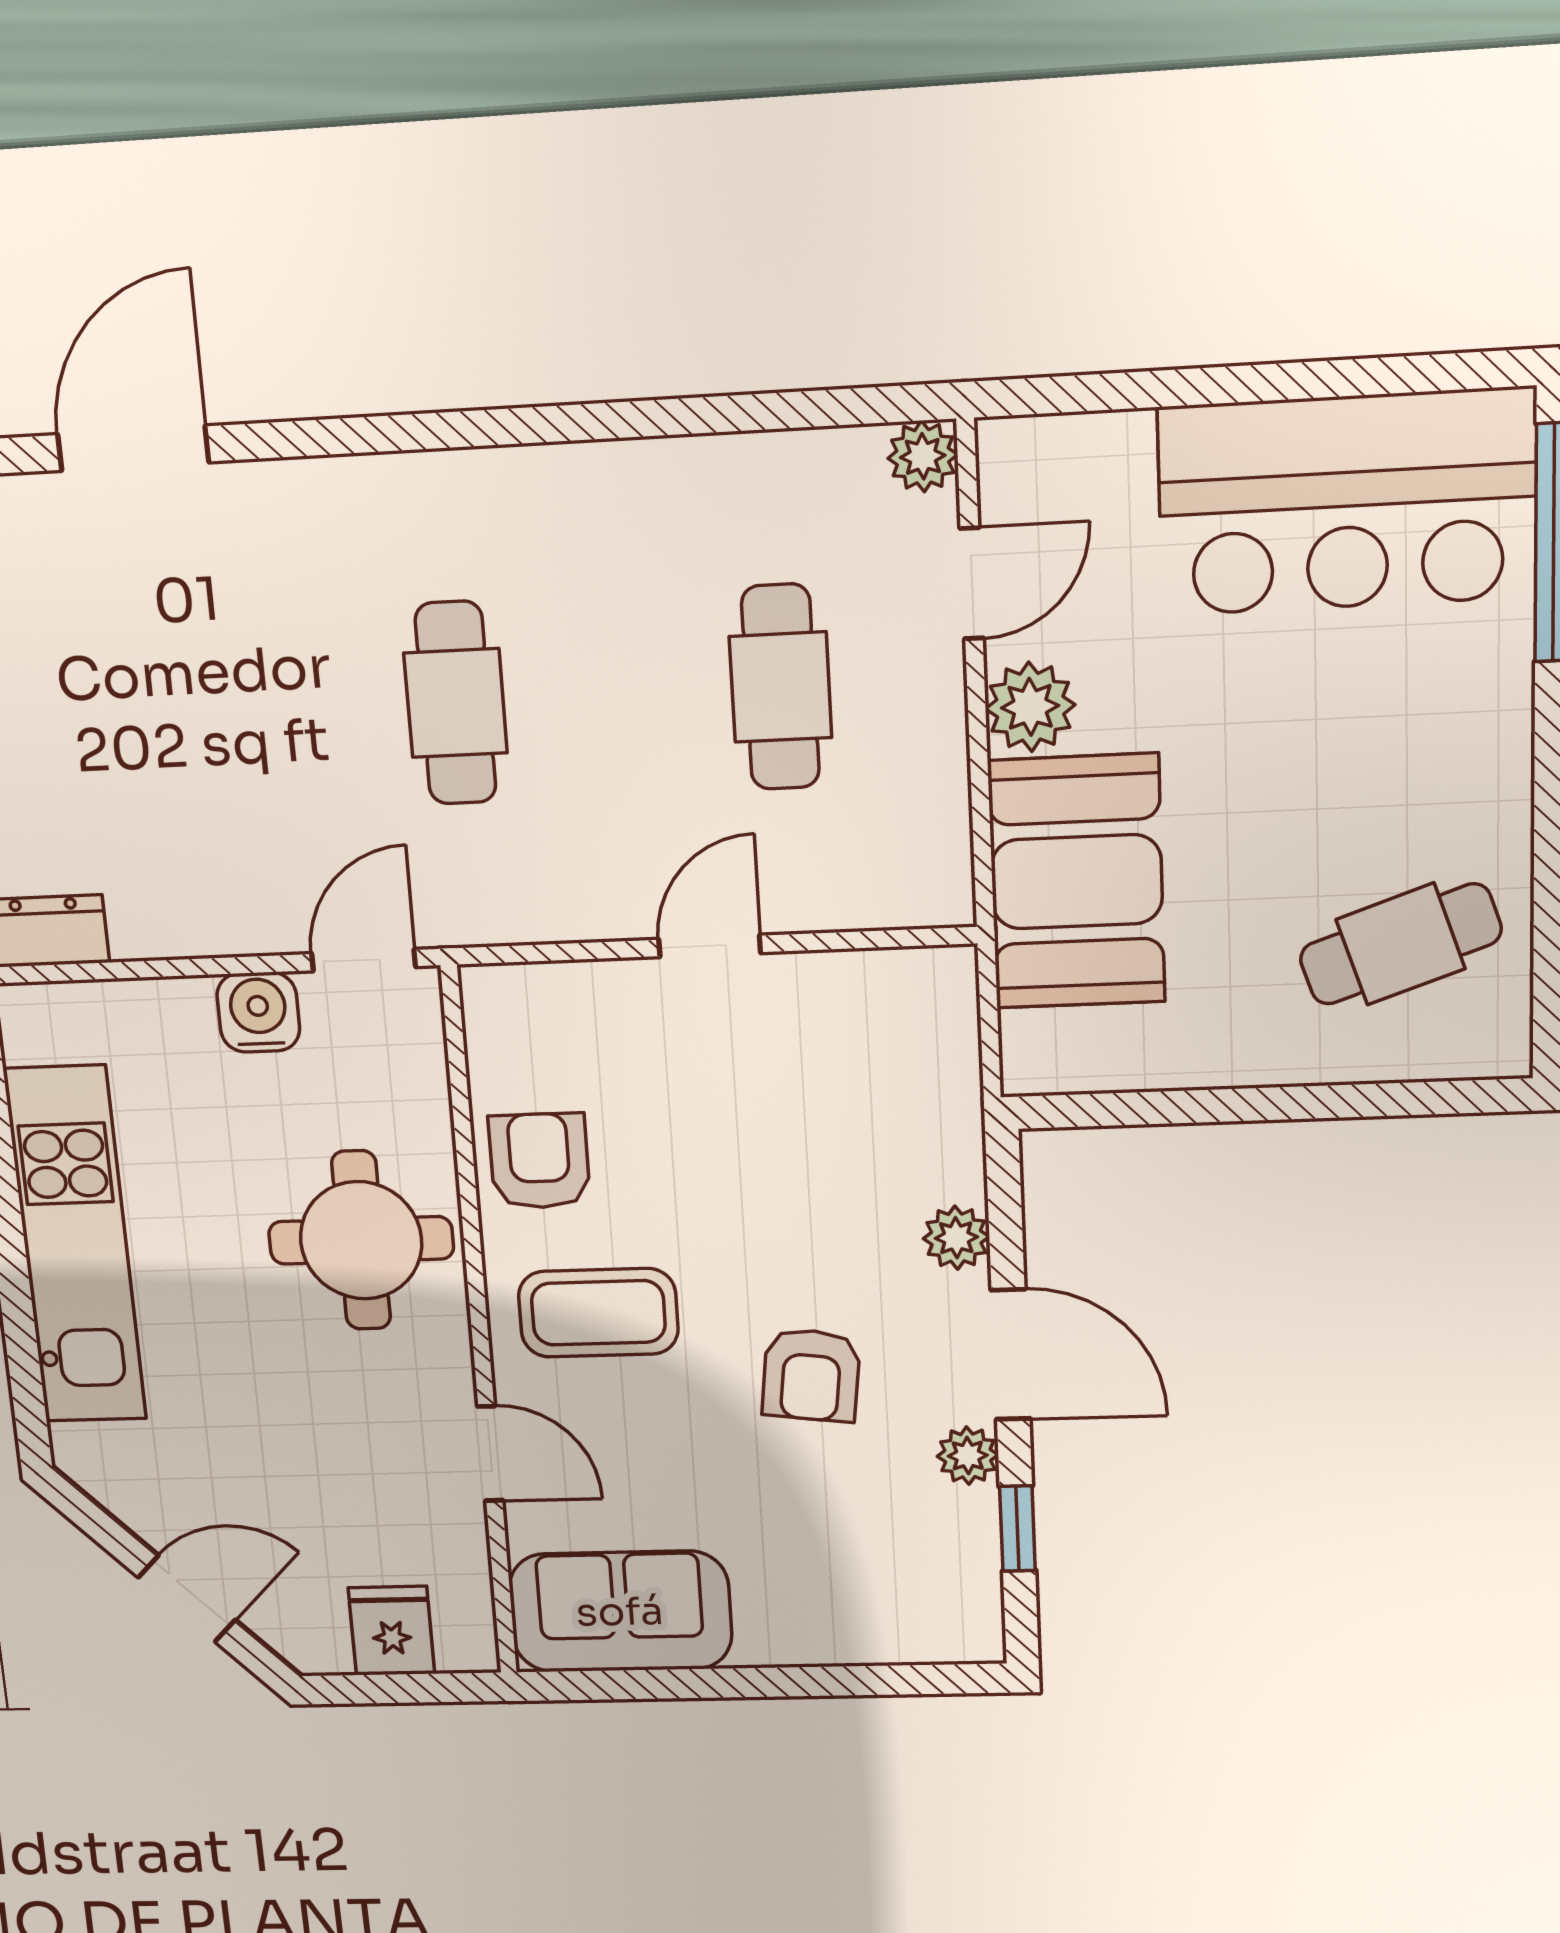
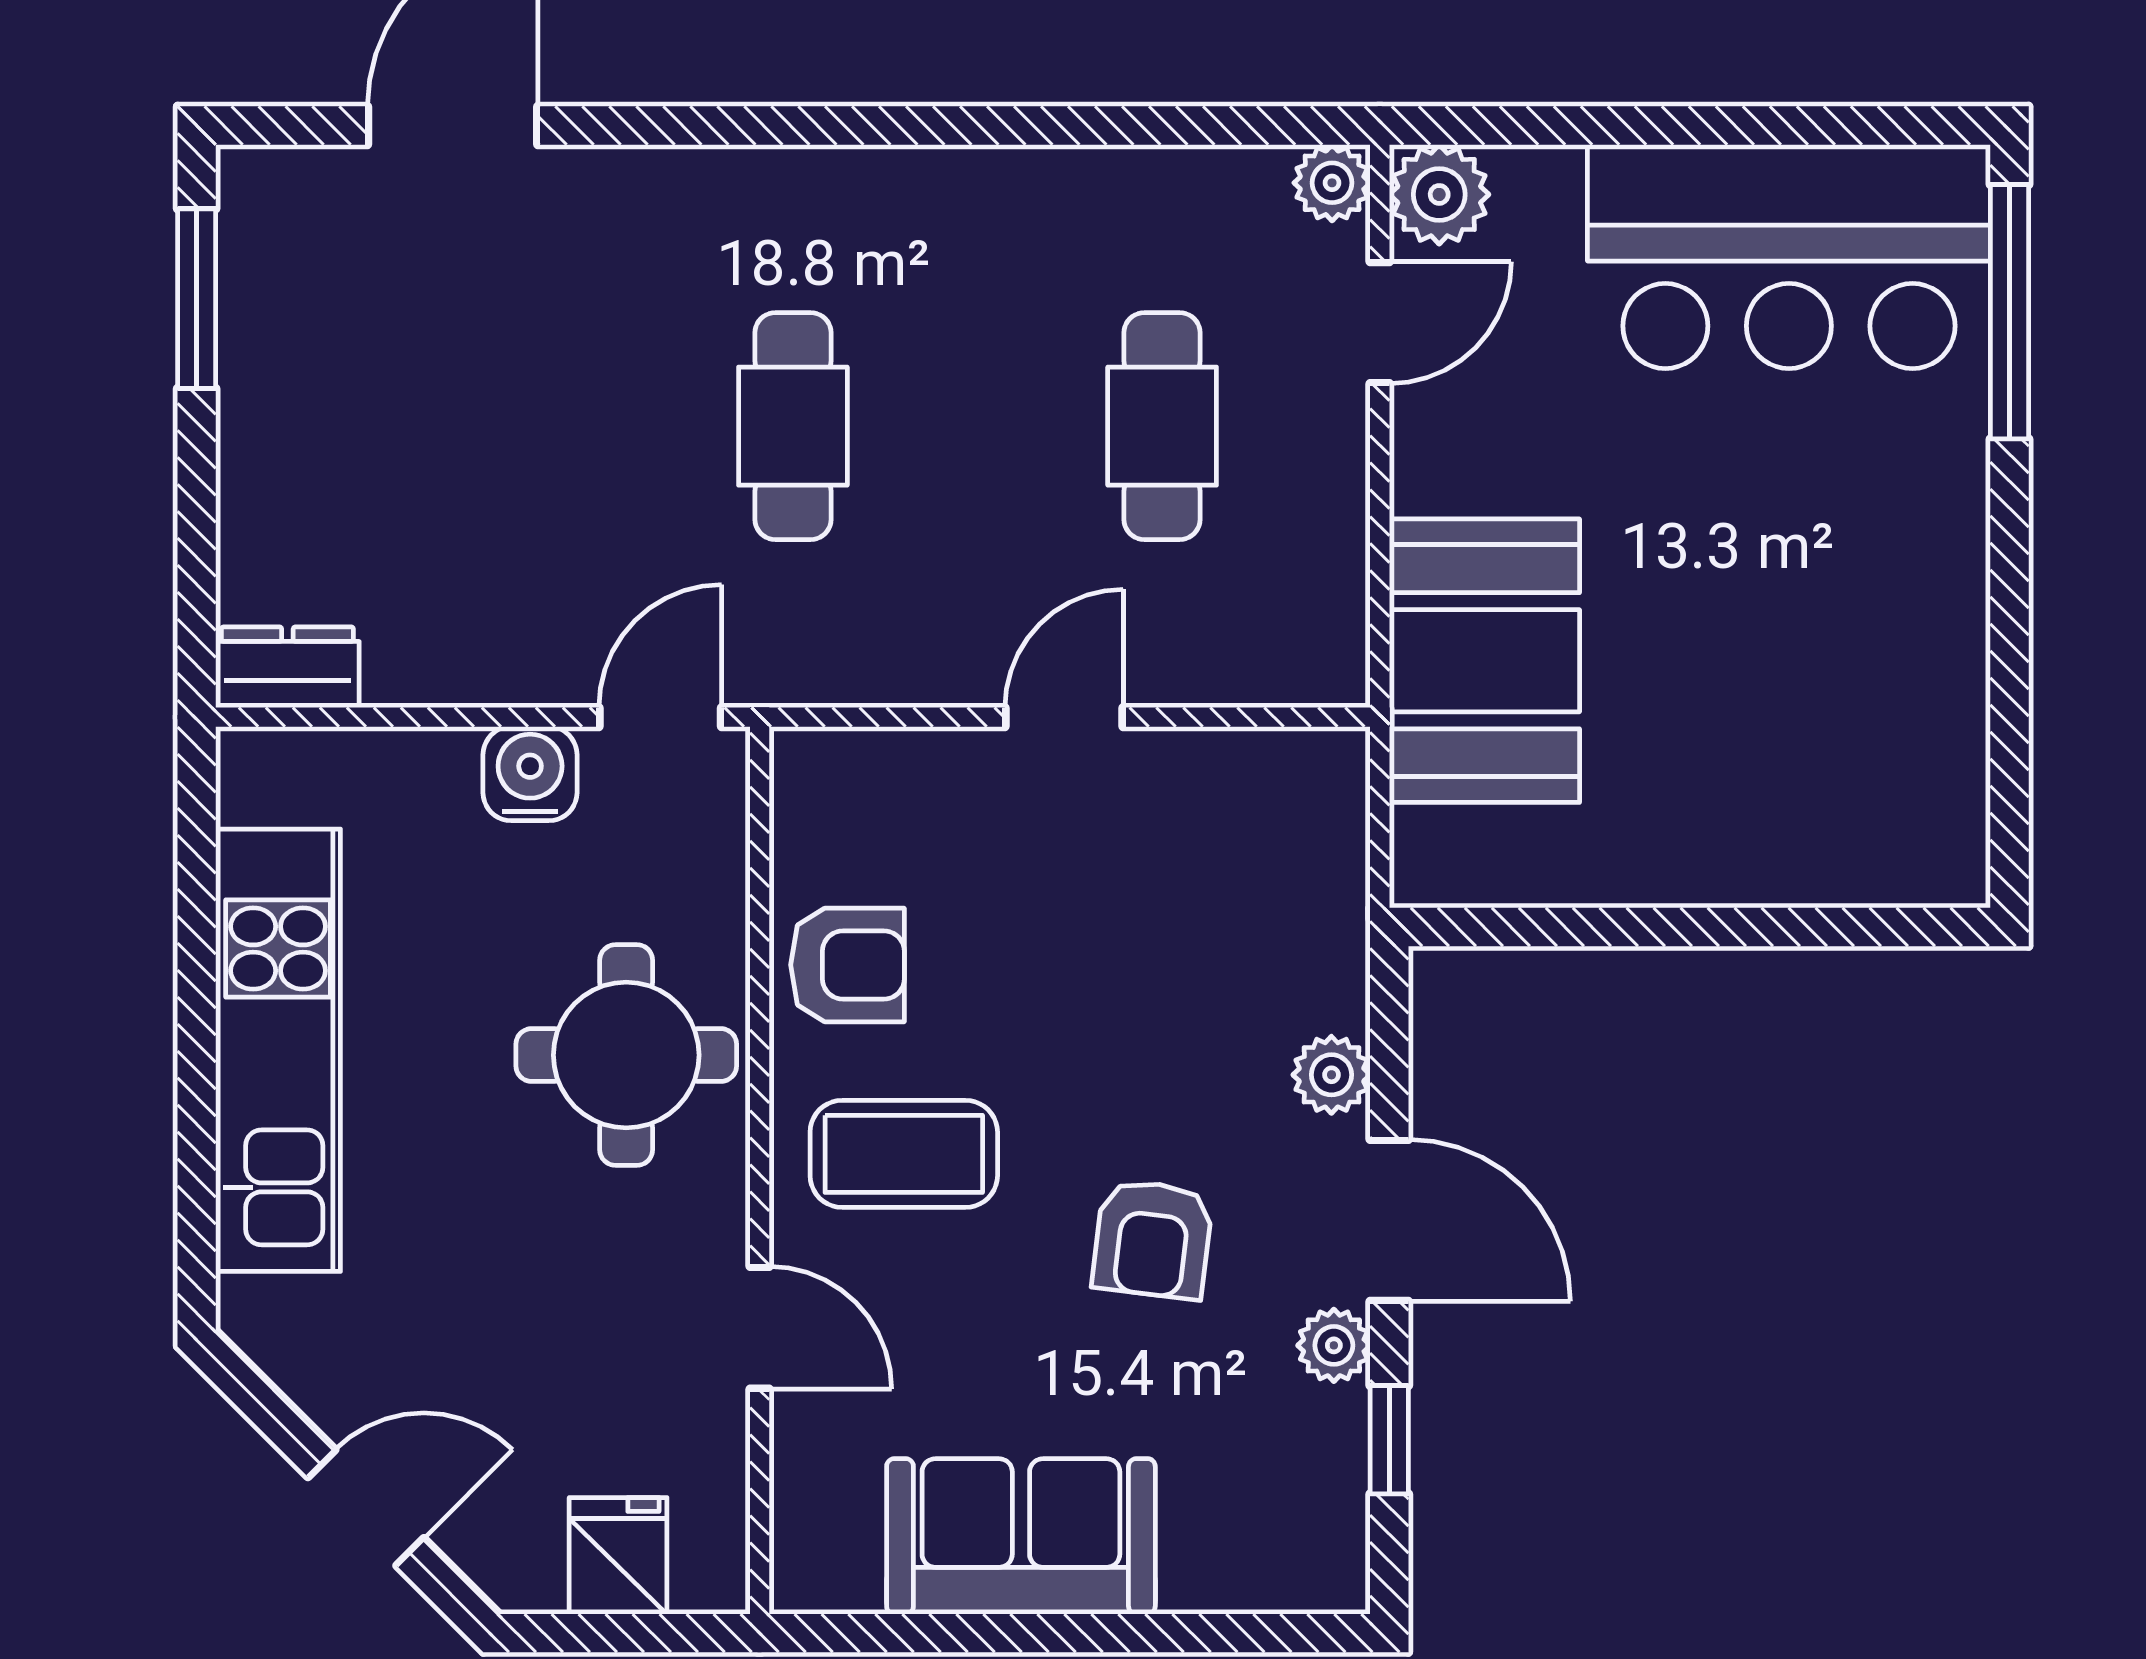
plant: (1030, 707) -> (1439, 194), moved
cafe table: (1401, 944) -> (1844, 747), removed
armchair: (539, 1161) -> (847, 965), turned 90
sofa: (620, 1612) -> (1021, 1536), moved

